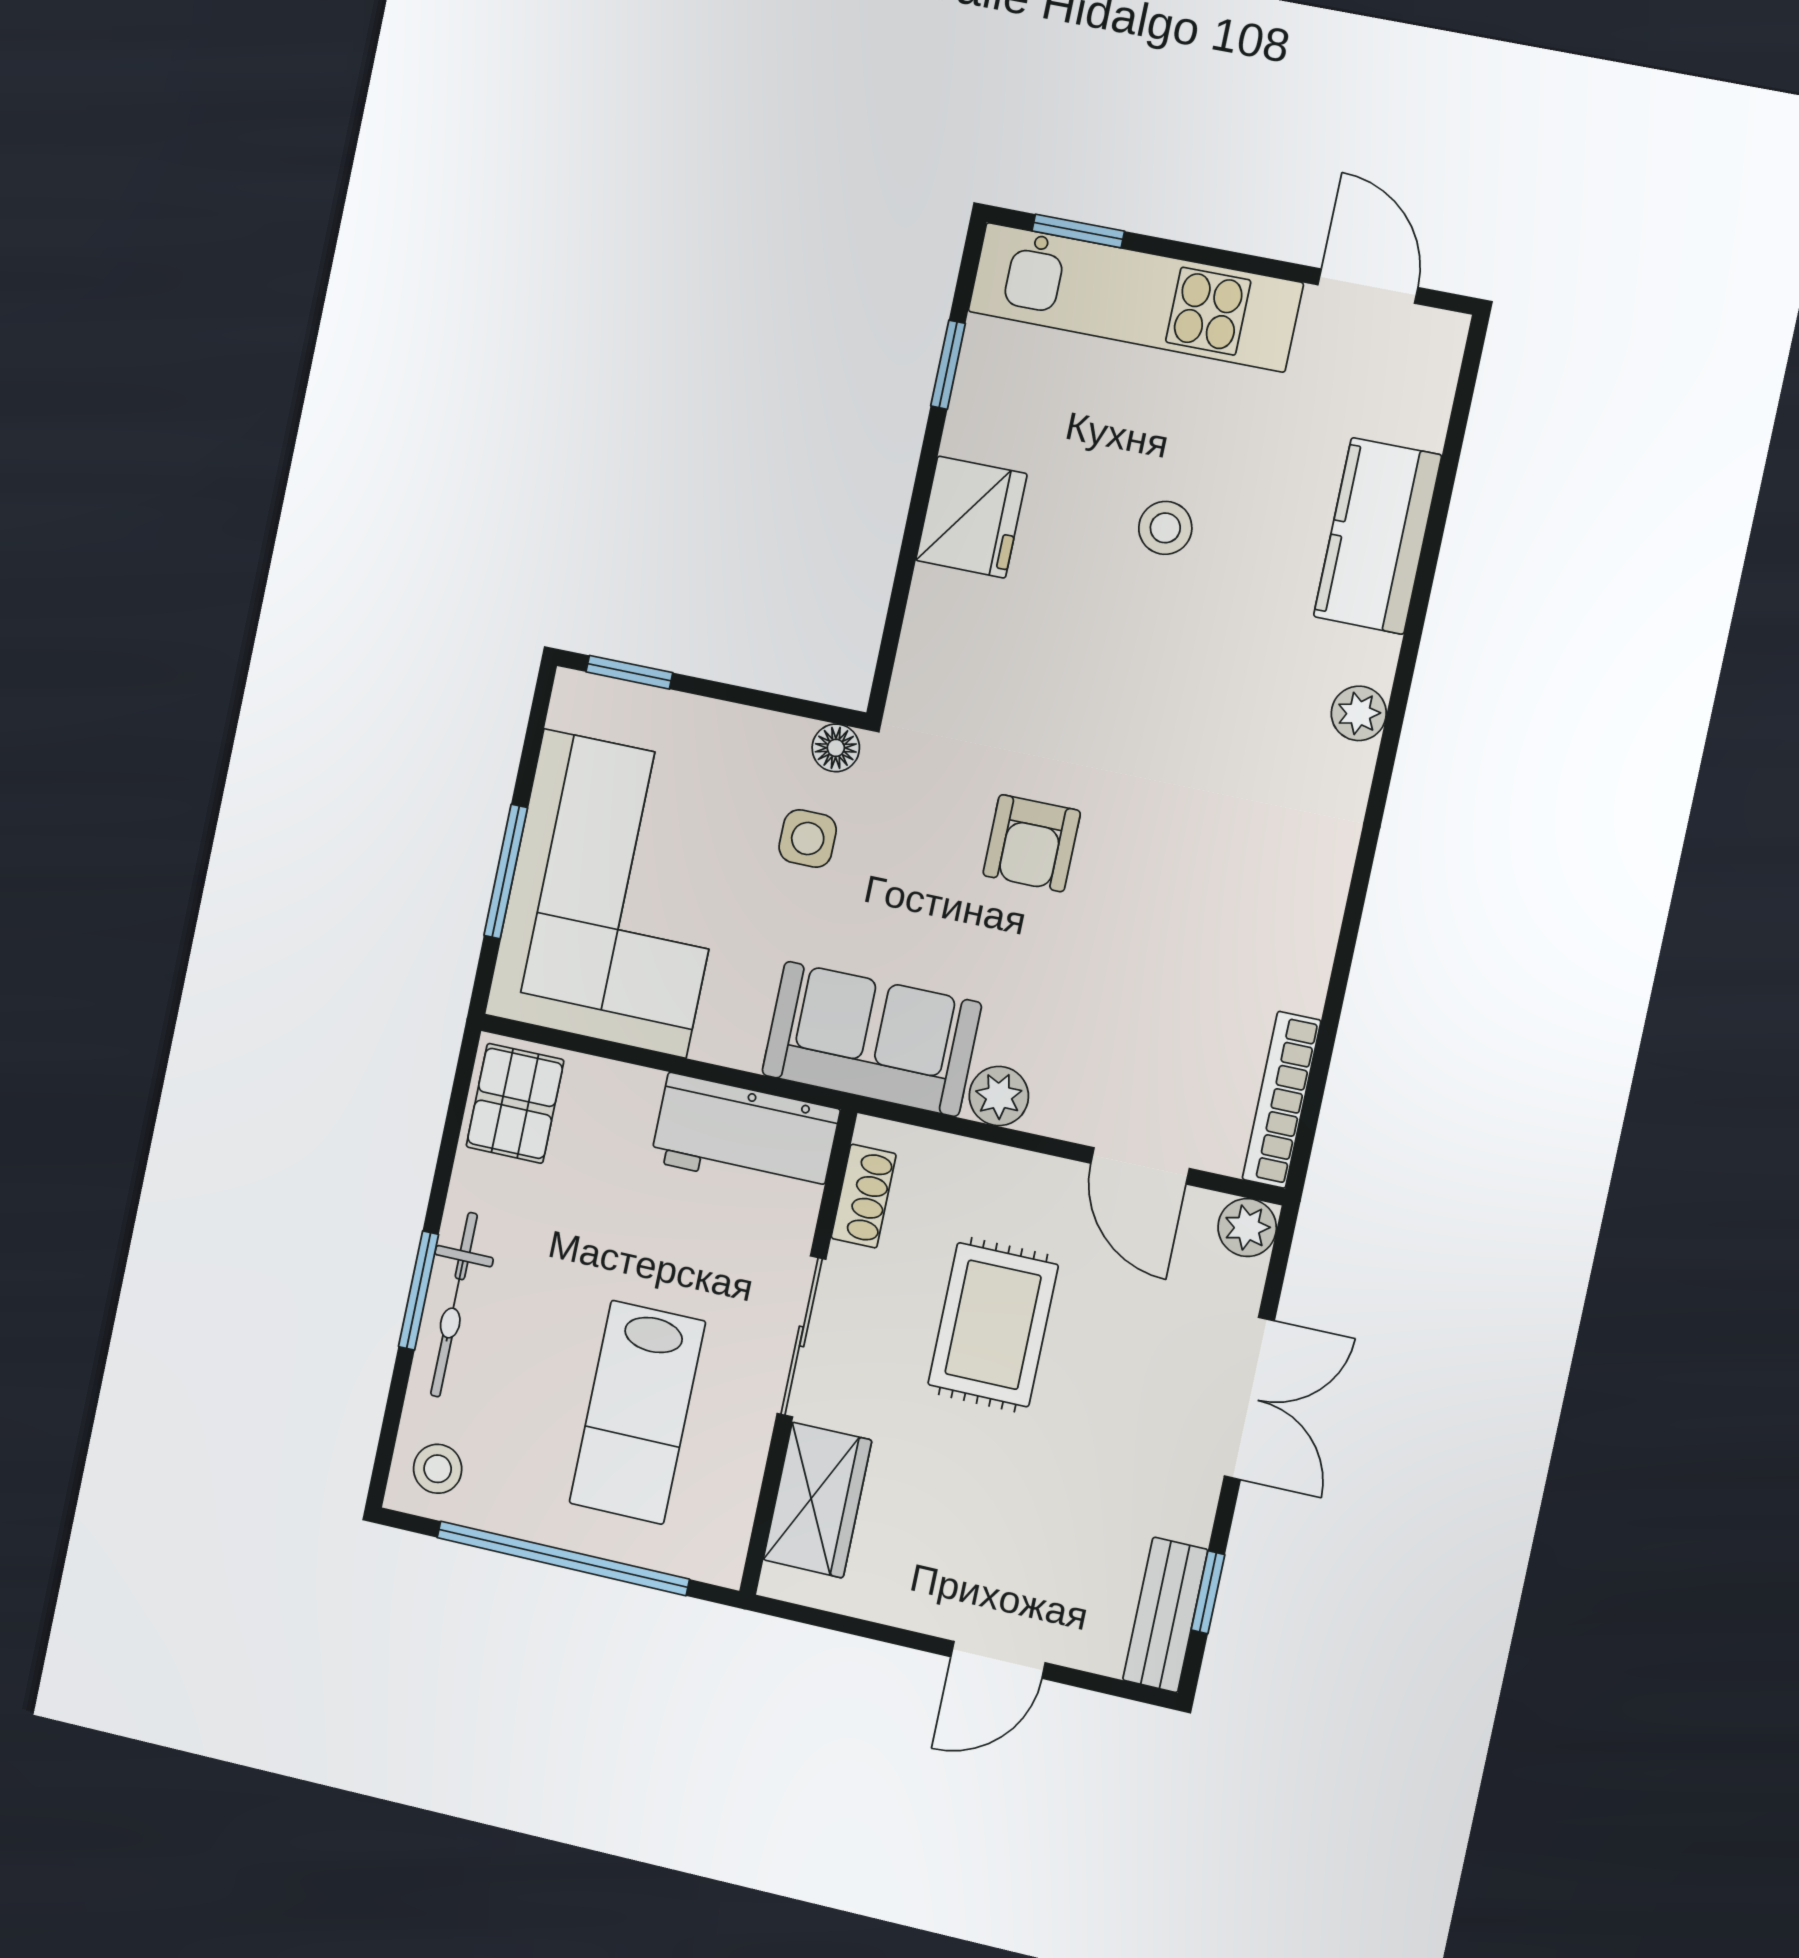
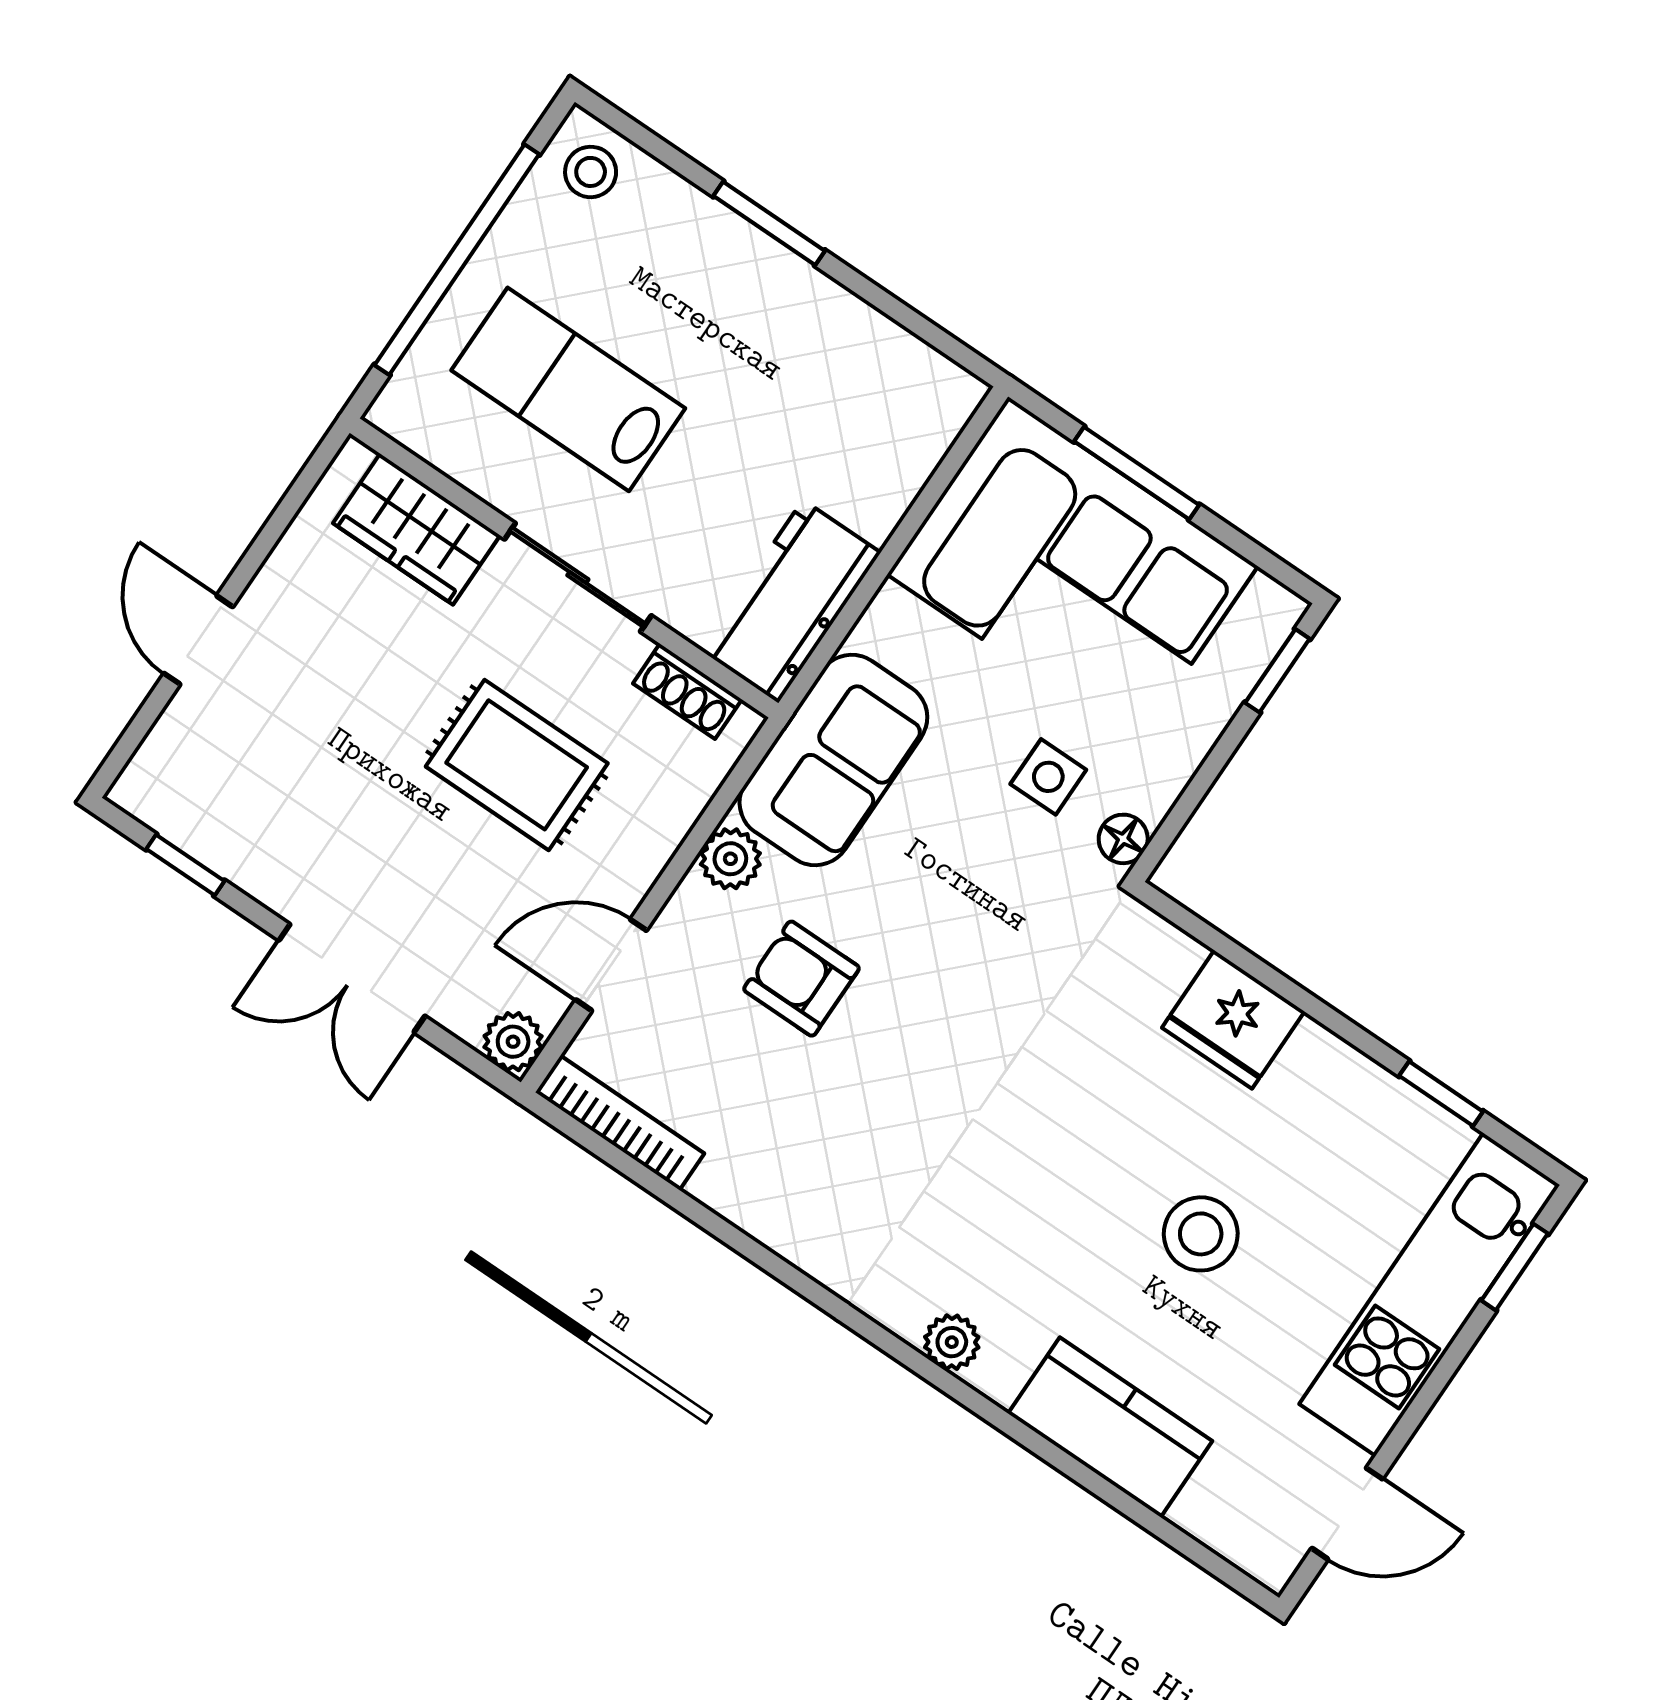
fridge: (971, 517) -> (1233, 1020), moved
stool: (1165, 528) -> (1201, 1234), width x1.37, depth x1.37
armchair: (1032, 843) -> (801, 979), moved
pallet: (515, 1103) -> (911, 391), removed
bicycle: (454, 1305) -> (742, 253), removed
bench: (1165, 1615) -> (180, 816), removed

